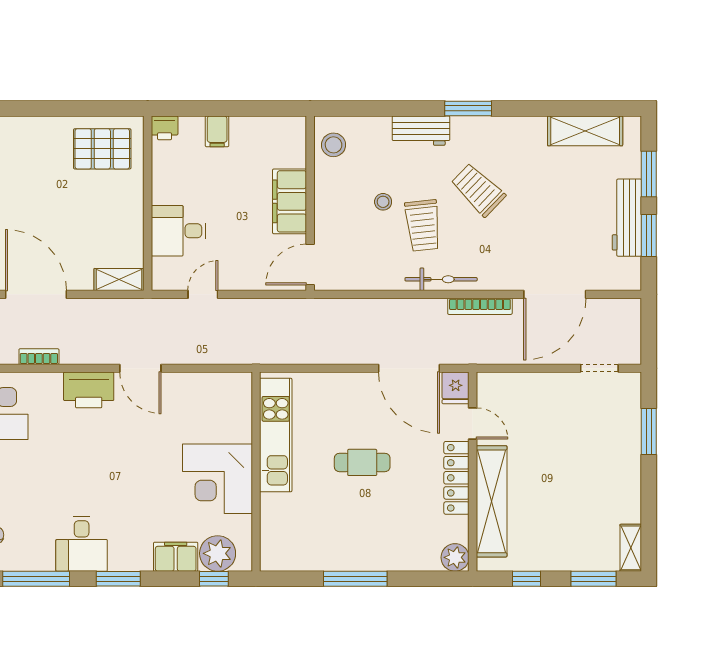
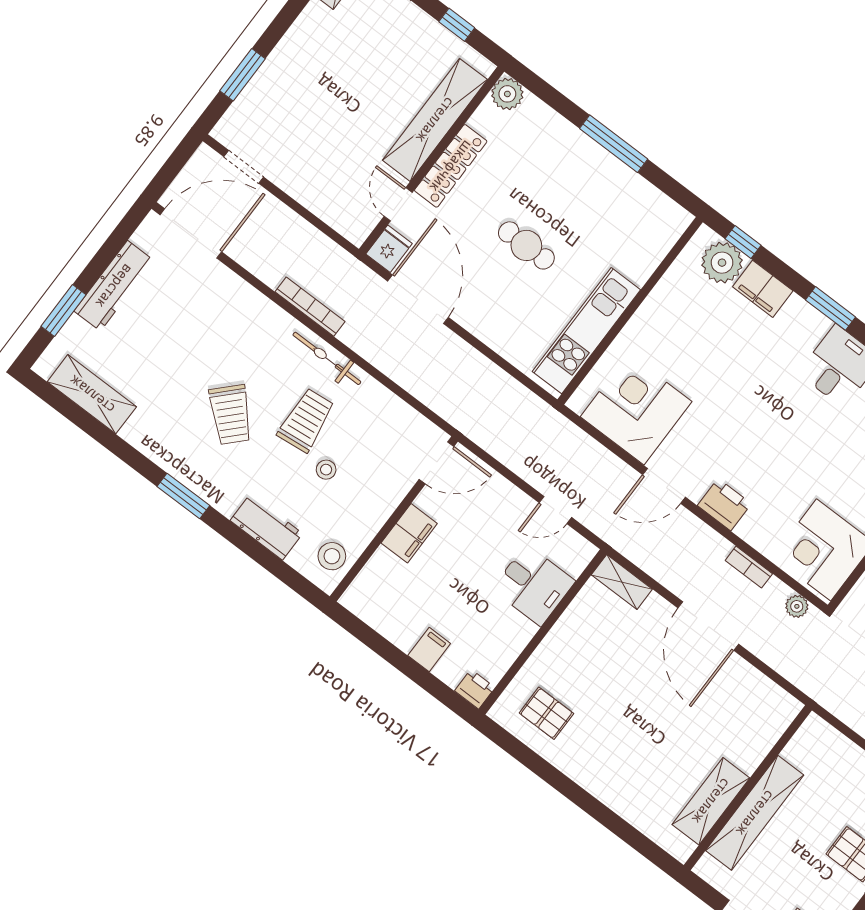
workbench: (421, 131) -> (266, 527), moved
pallet: (102, 149) -> (546, 713), width x0.67, depth x0.71
filing cabinet: (290, 201) -> (409, 533), width x0.67, depth x0.86
window: (649, 236) -> (106, 254), removed
door: (555, 294) -> (191, 233), moved
door: (140, 368) -> (664, 486), swing flipped
printer: (89, 390) -> (724, 505), width x0.73, depth x0.84
corner desk: (217, 479) -> (636, 409), moved, turned -90

